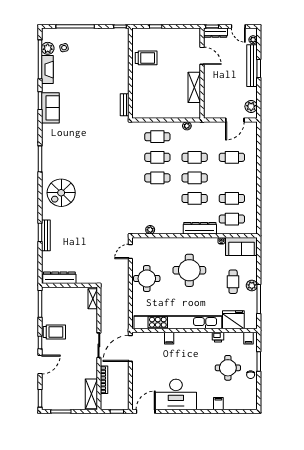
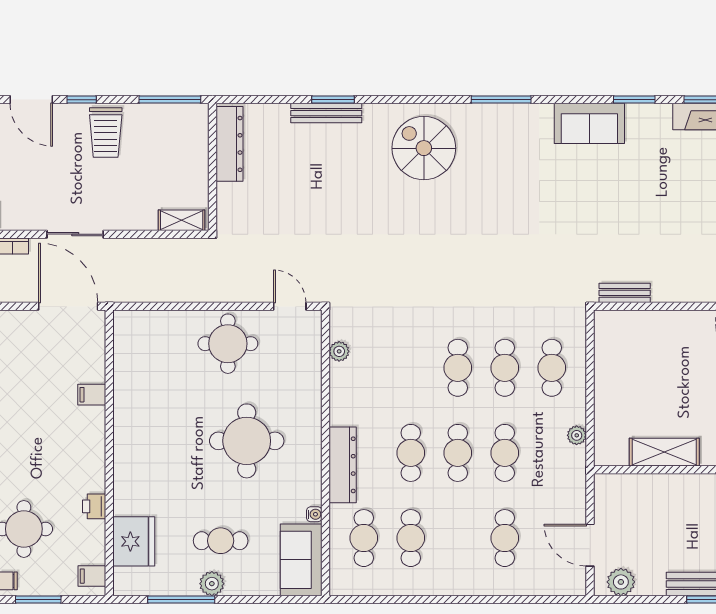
sofa: (50, 108) -> (589, 123), moved
kitchen unit: (178, 322) -> (128, 415), removed

